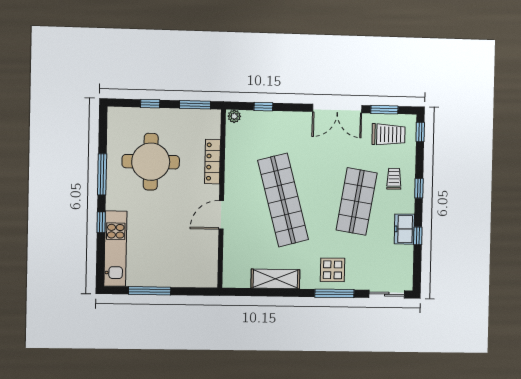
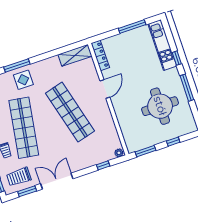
locker: (213, 162) -> (100, 55), moved
shop shelf: (357, 201) -> (24, 128), width x1.40
shelving: (275, 279) -> (75, 55), moved

